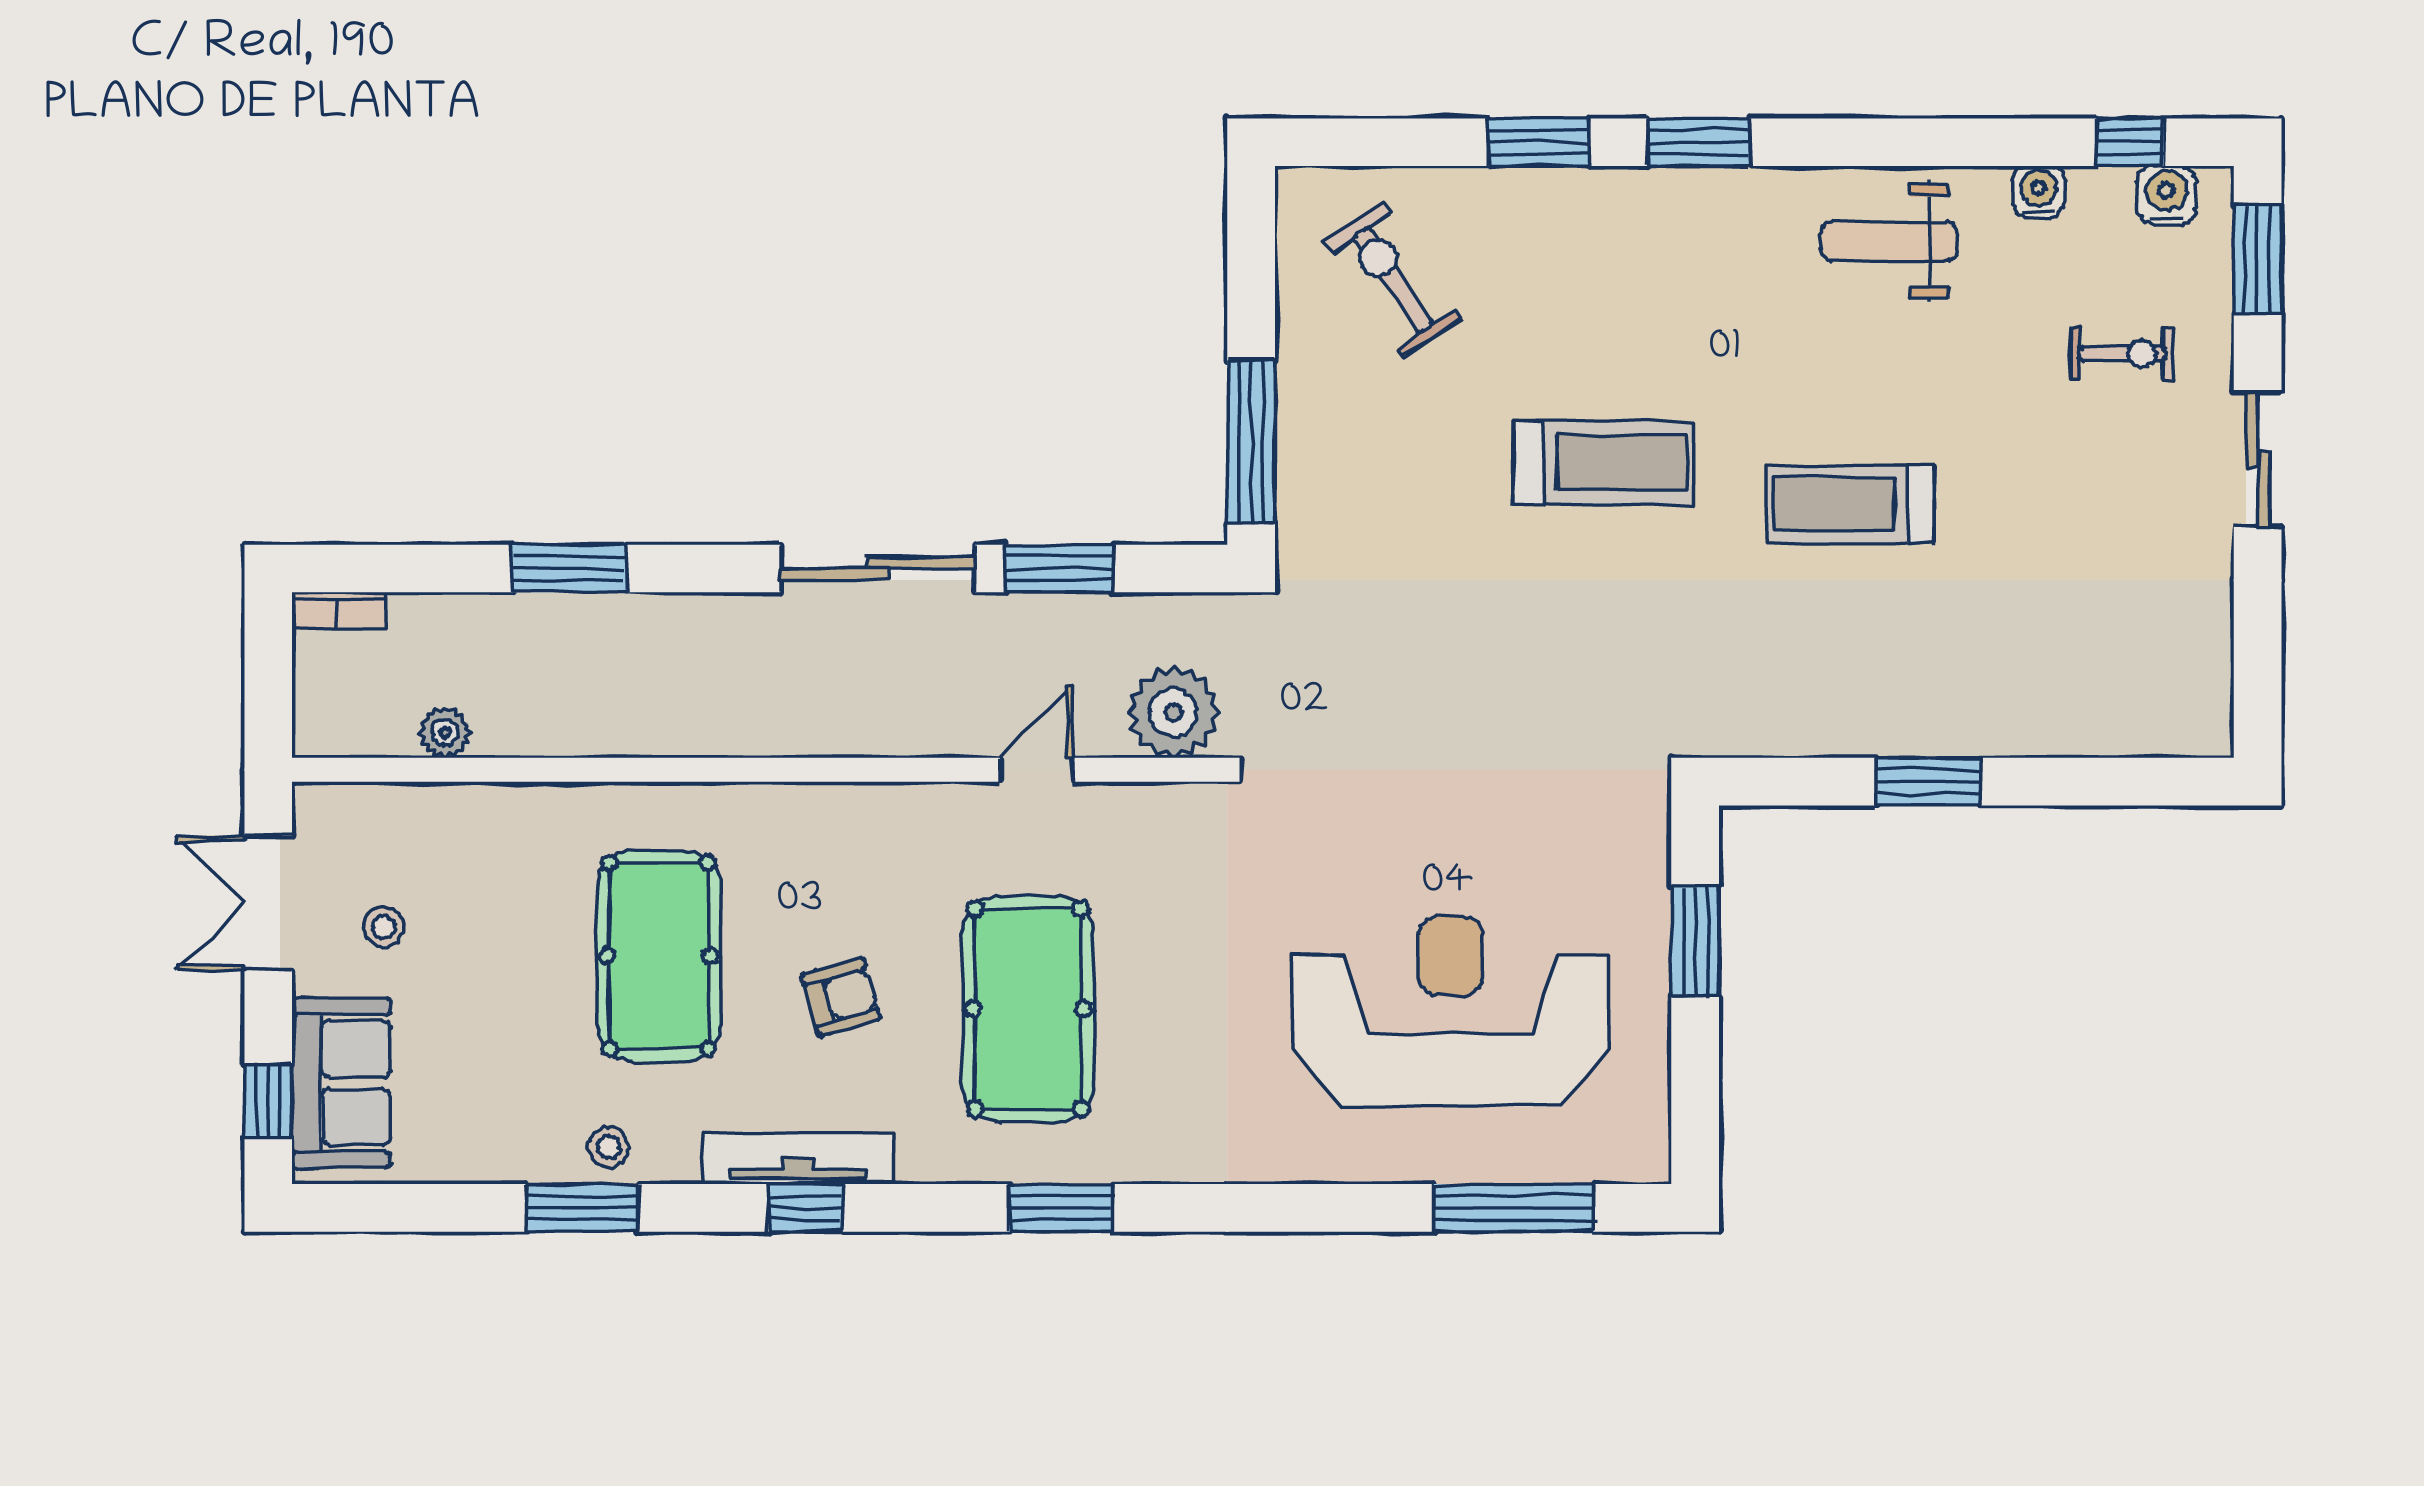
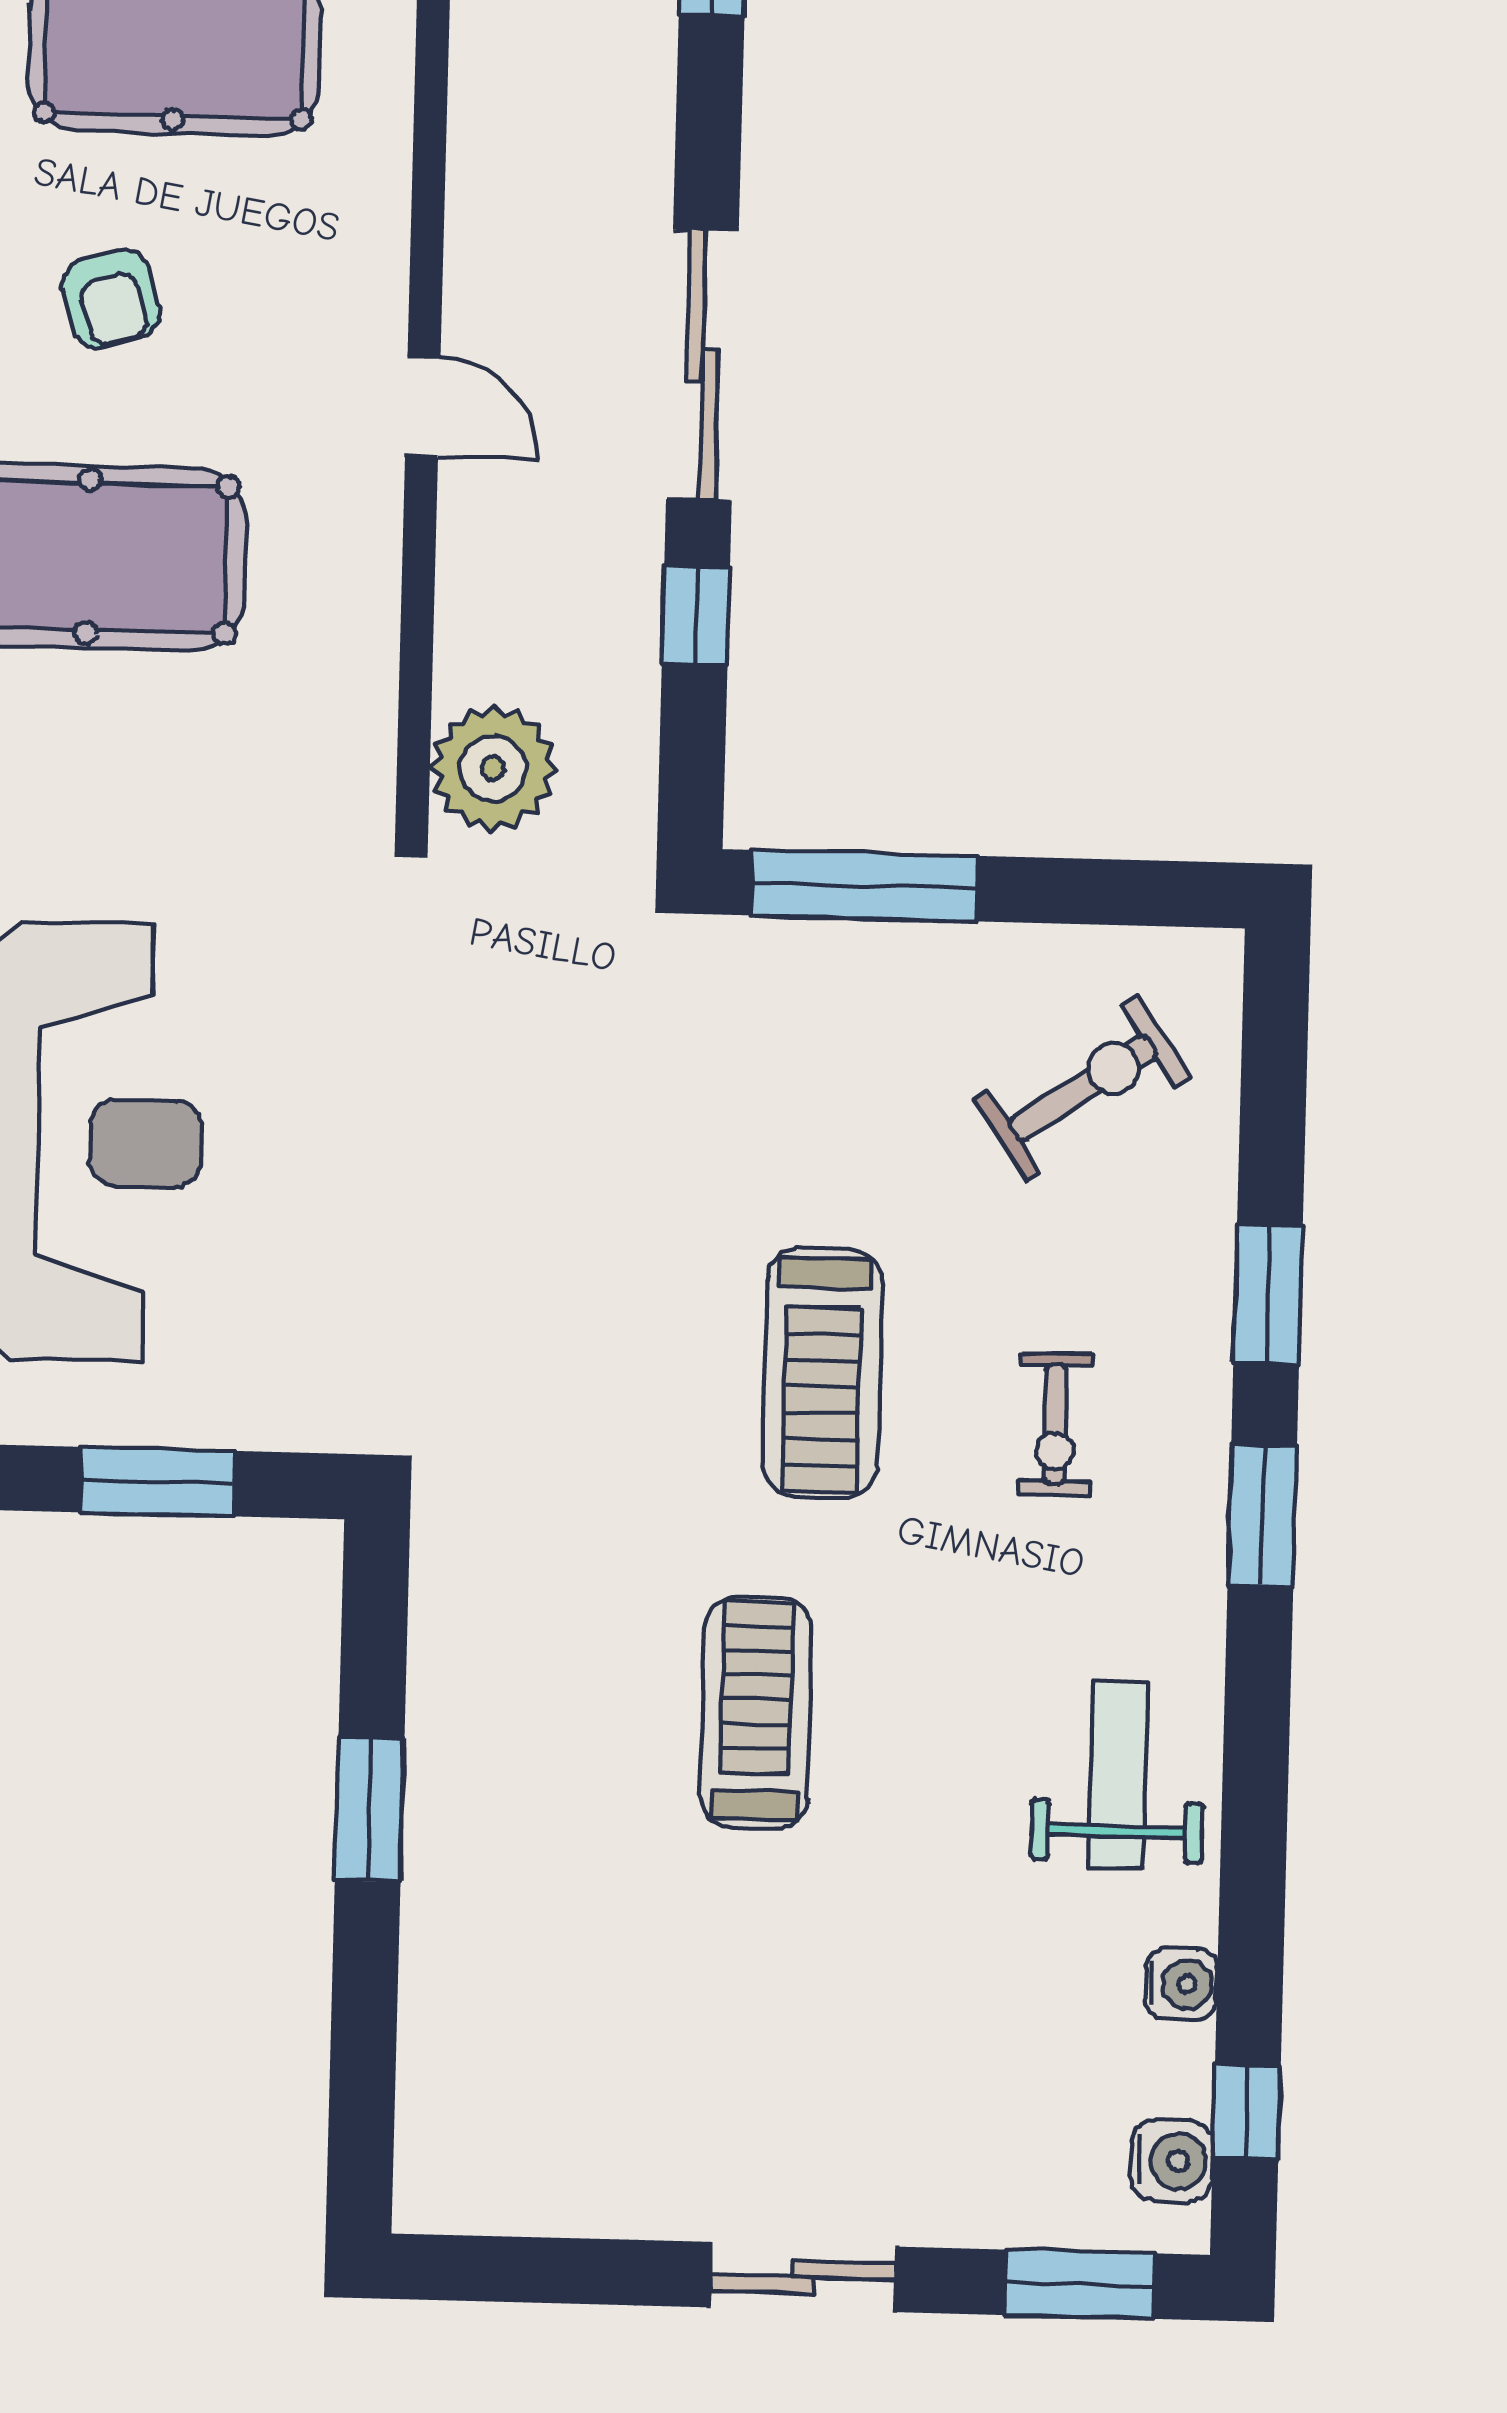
exercise bike: (2122, 354) -> (1055, 1424), moved
window: (1059, 568) -> (696, 616), width x0.67
door: (1036, 770) -> (423, 407), moved

